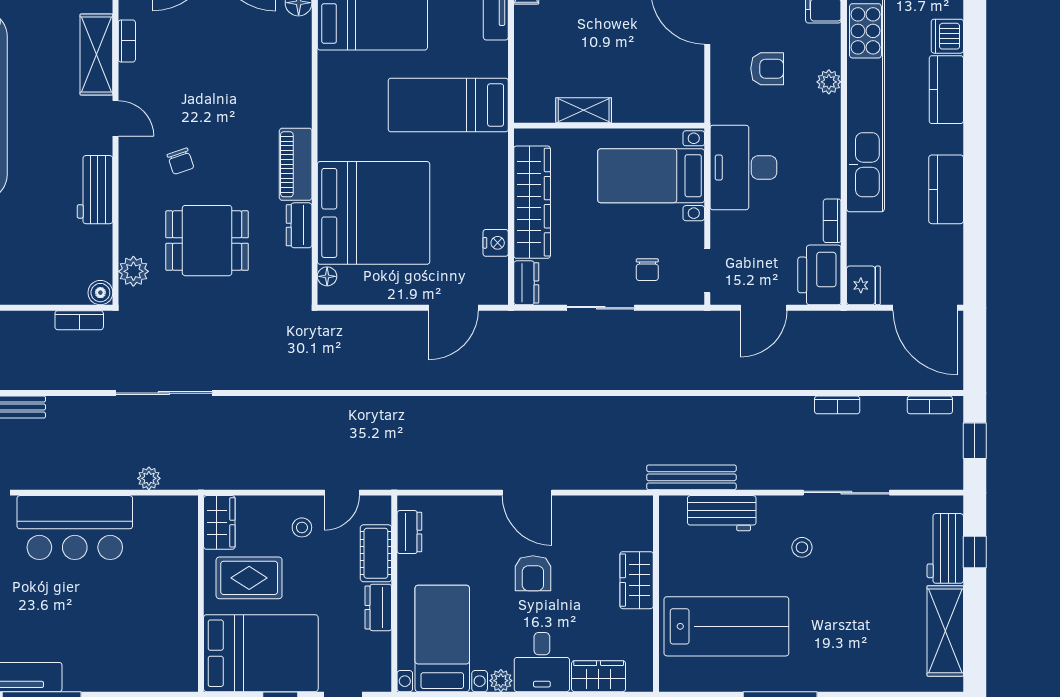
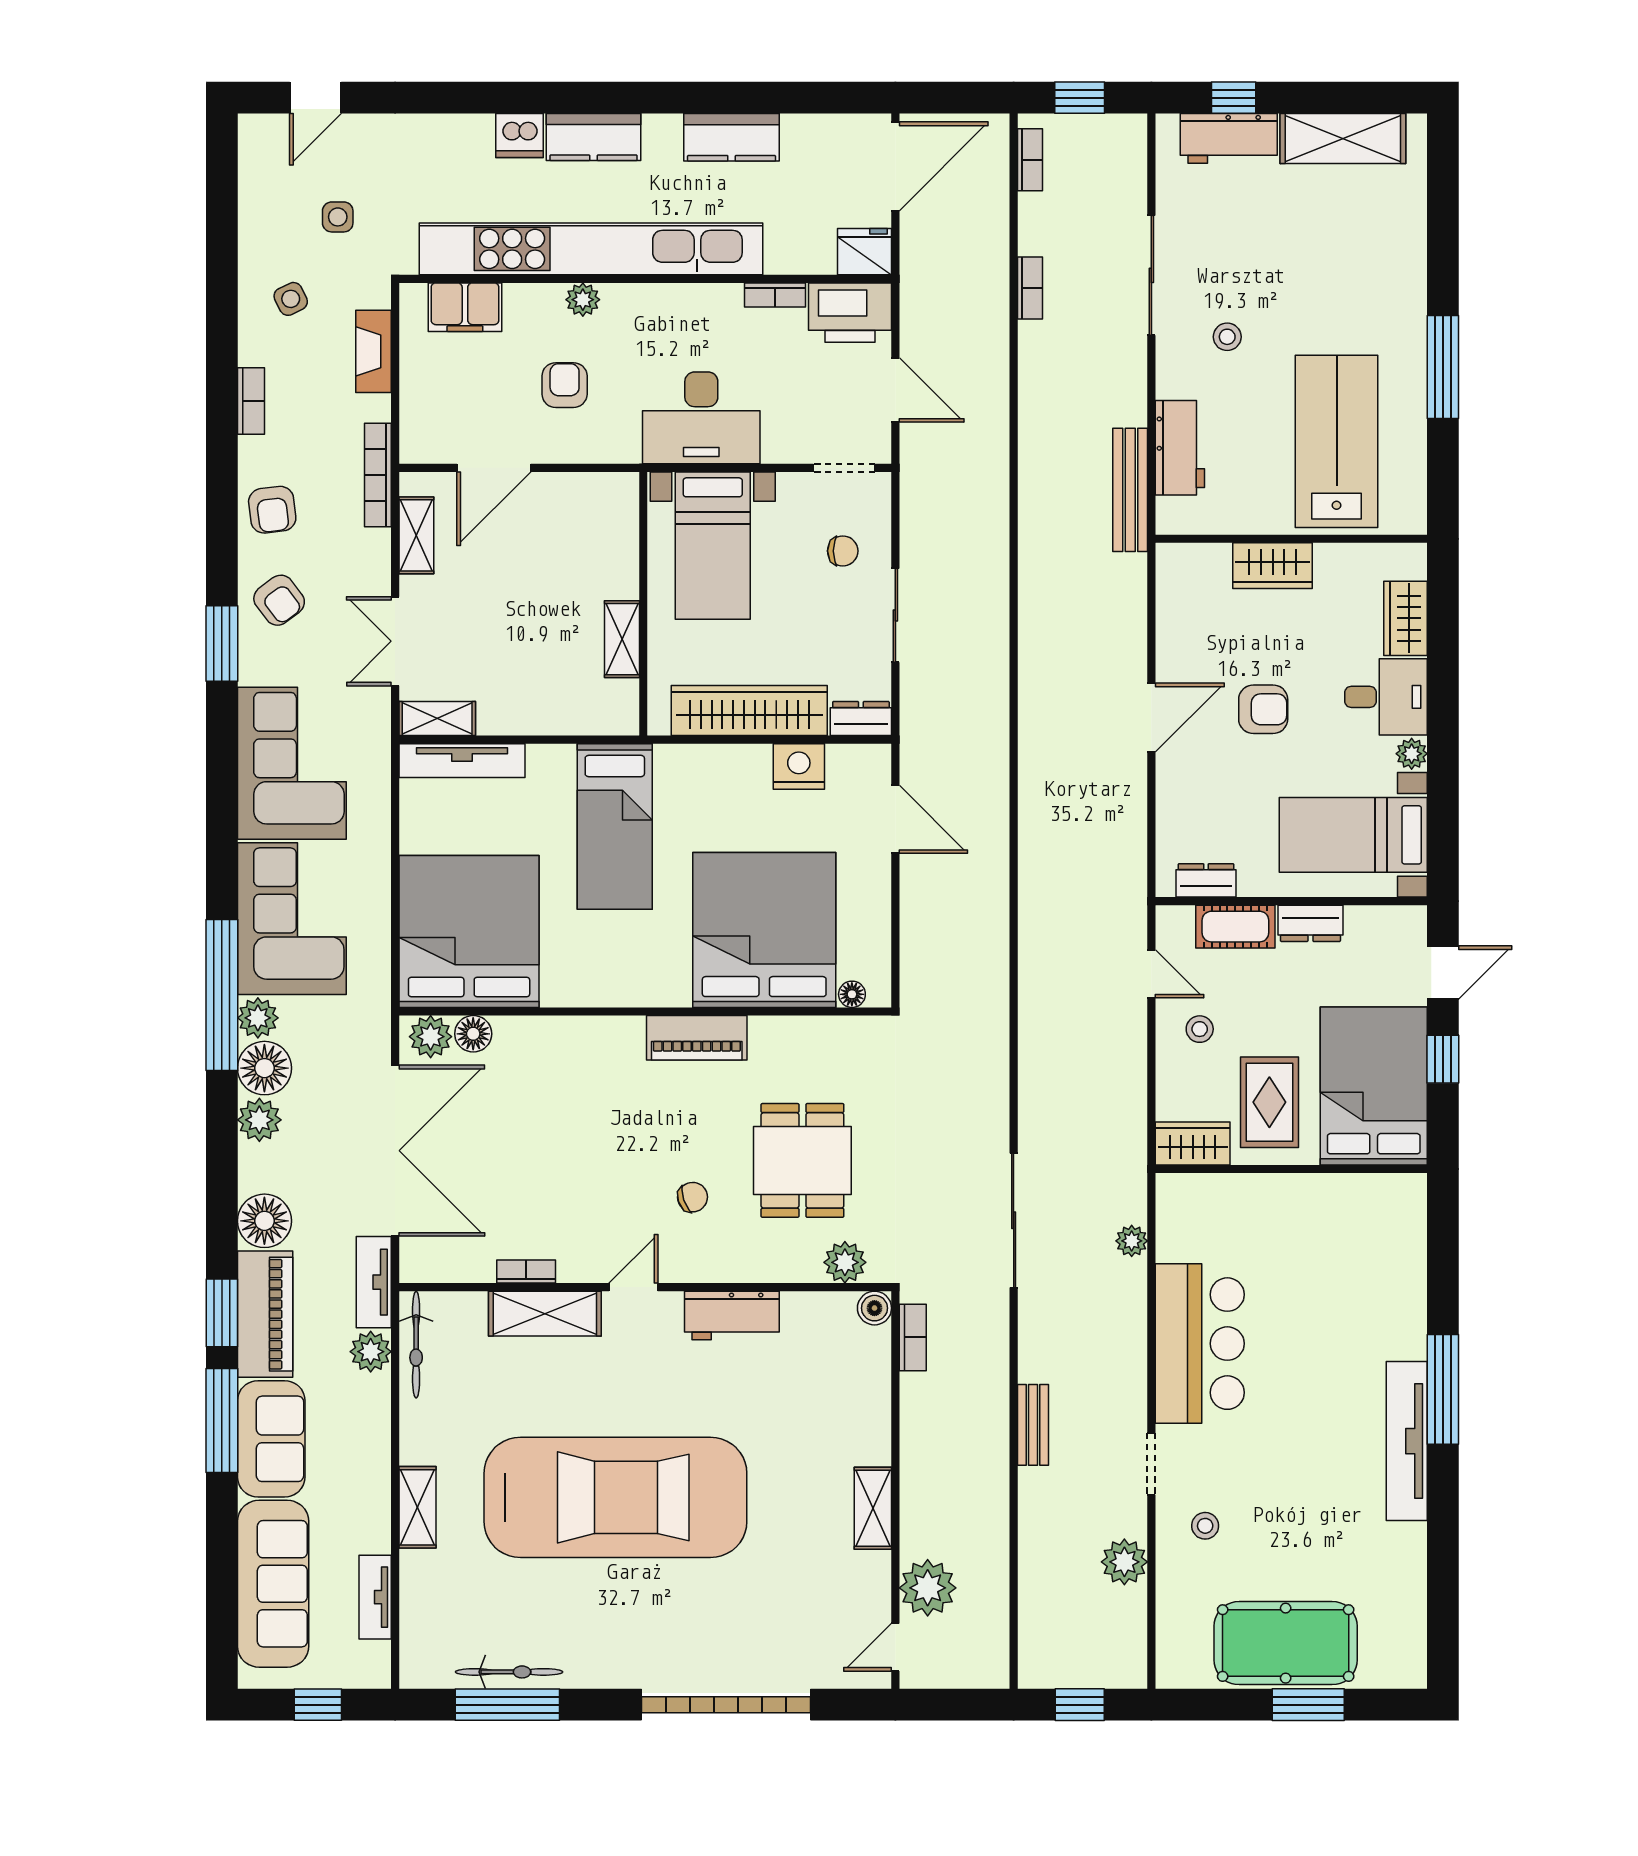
dresser: (299, 225) -> (781, 1033), removed
nightstand: (496, 243) -> (799, 767), width x1.36, depth x1.33

